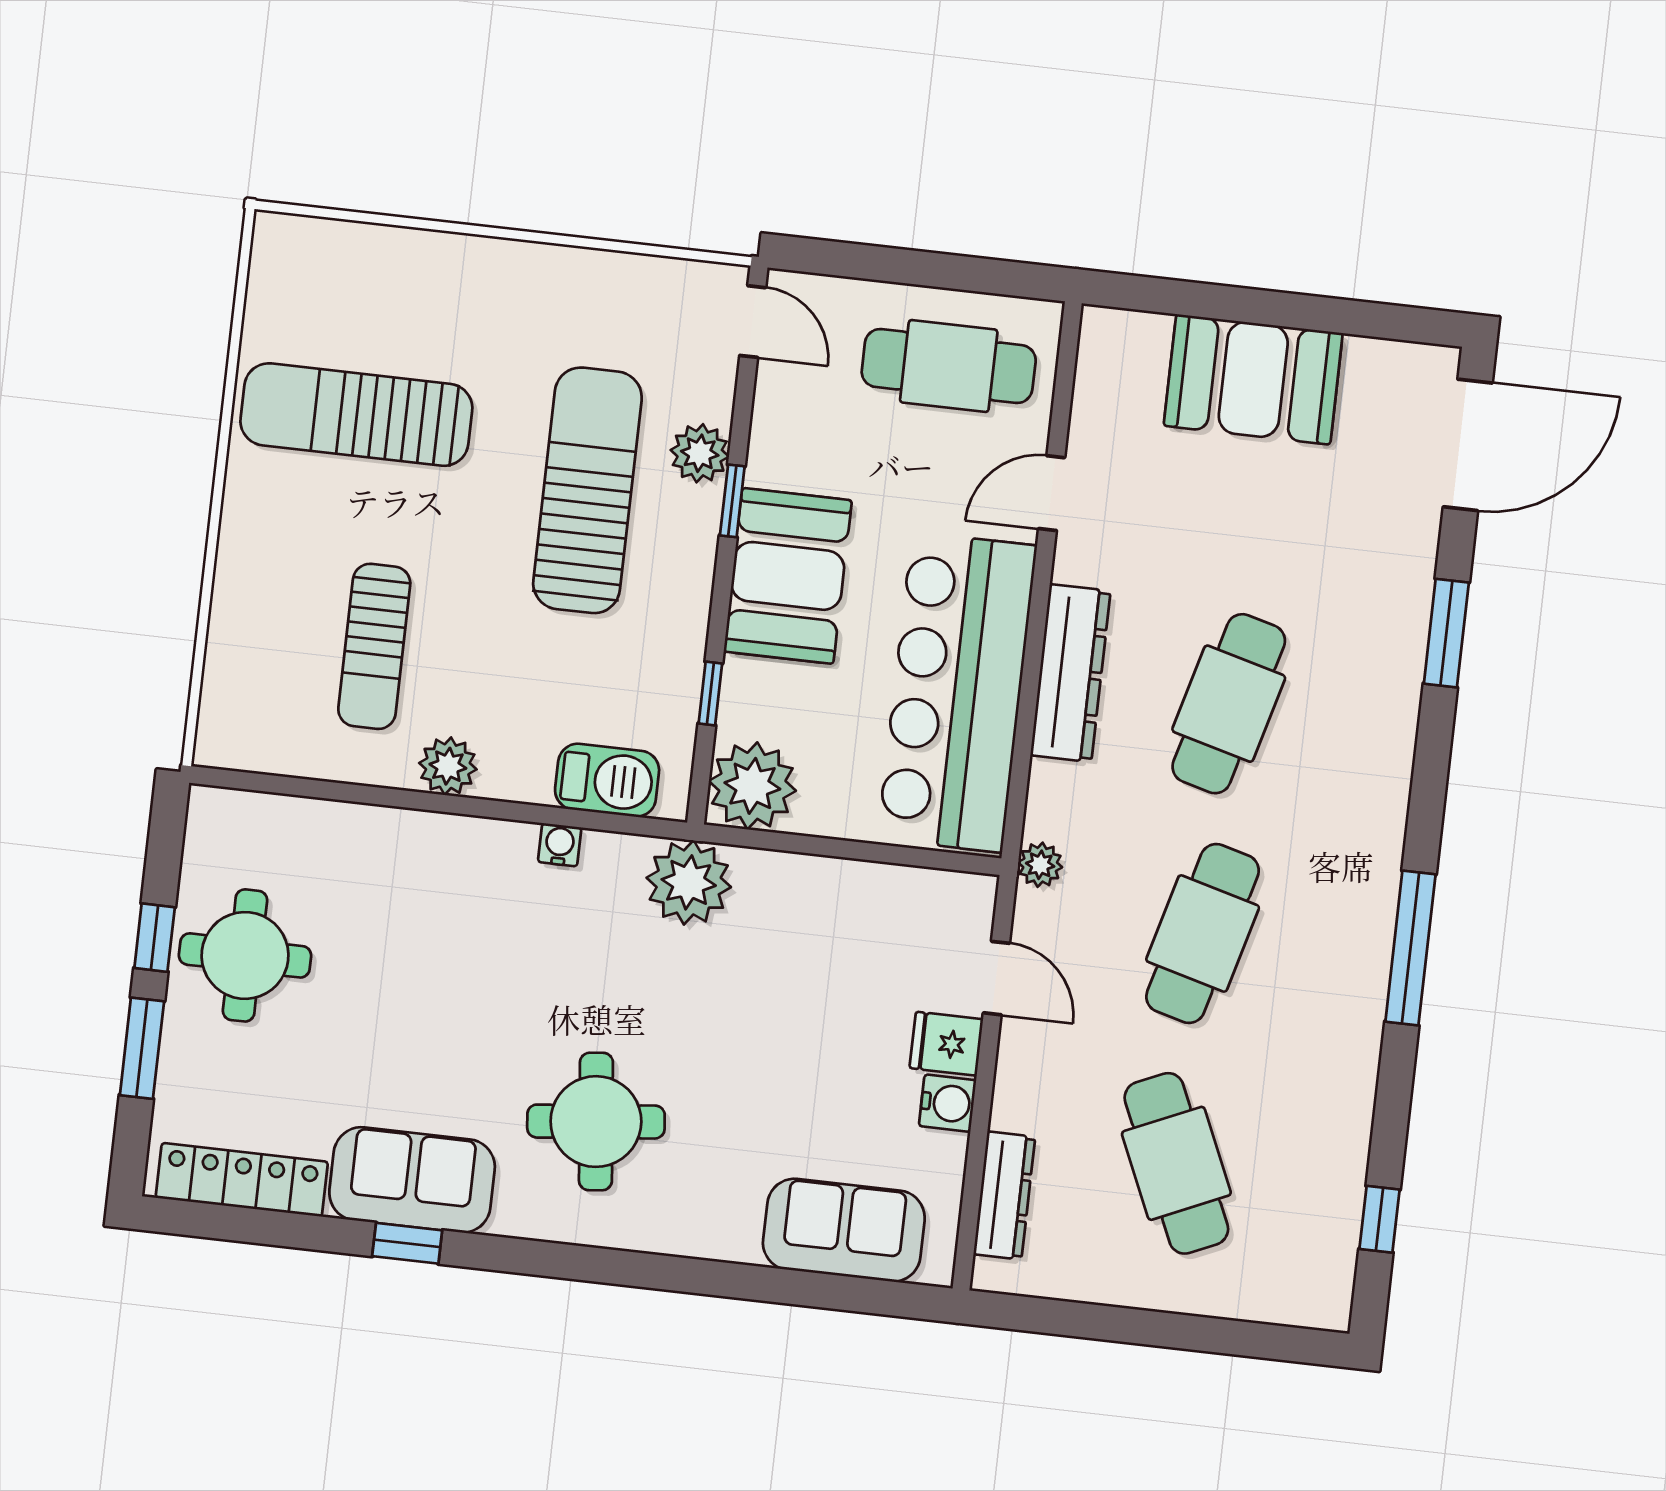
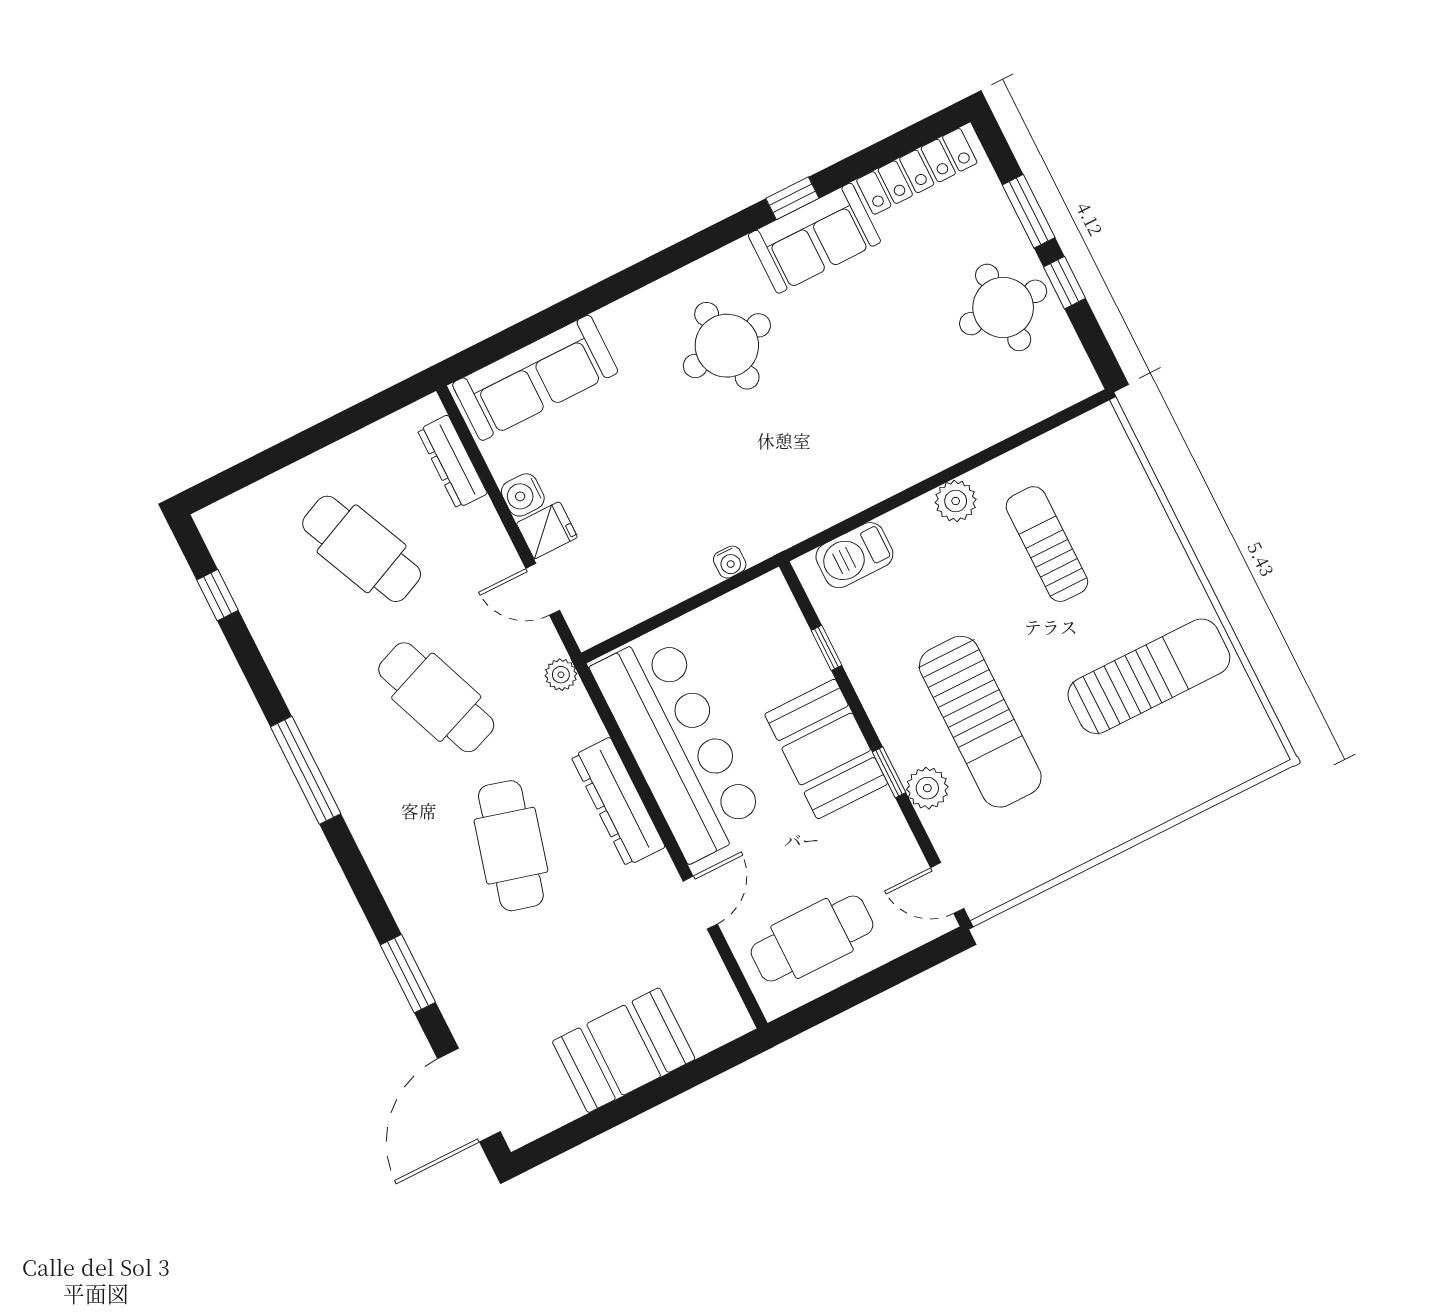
plant: (752, 786) -> (765, 609), removed
water cooler: (560, 845) -> (730, 562), moved
plant: (689, 882) -> (765, 526), removed
cafe table: (1203, 934) -> (436, 697), turned -36
sofa: (844, 1230) -> (535, 378), width x1.36

